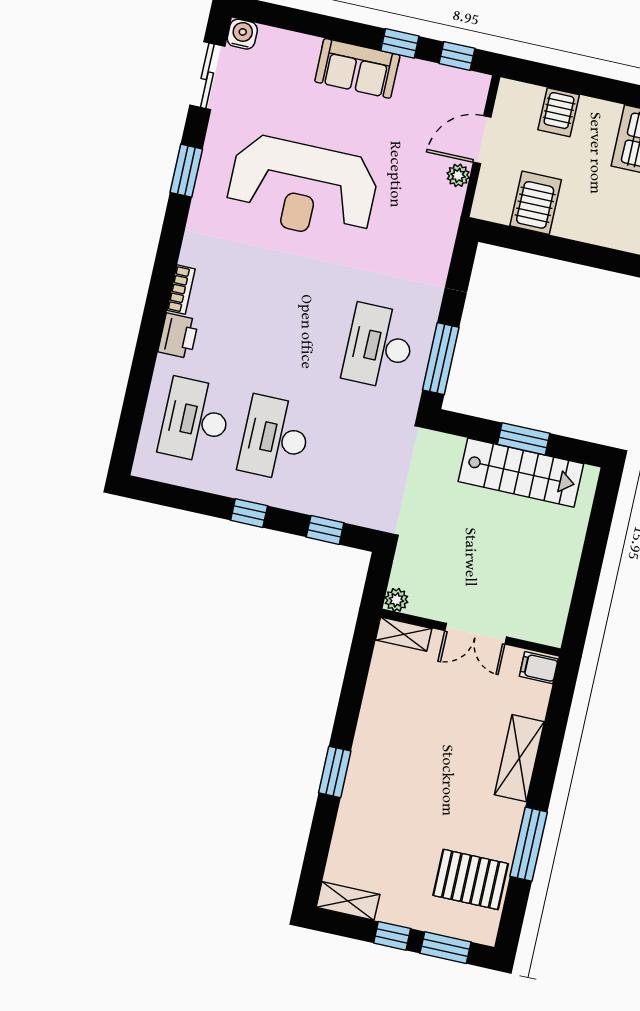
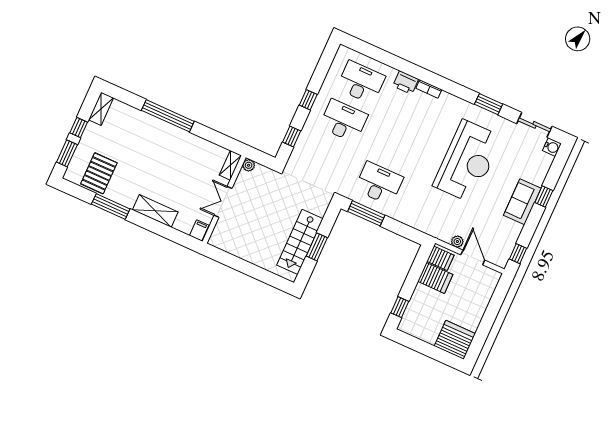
window: (400, 43) -> (544, 197), moved
server rack: (559, 112) -> (440, 258), moved, turned 180
reception desk: (302, 188) -> (467, 161), turned 180
window: (605, 258) -> (400, 307), added
window: (335, 772) -> (168, 116), width x2.11

